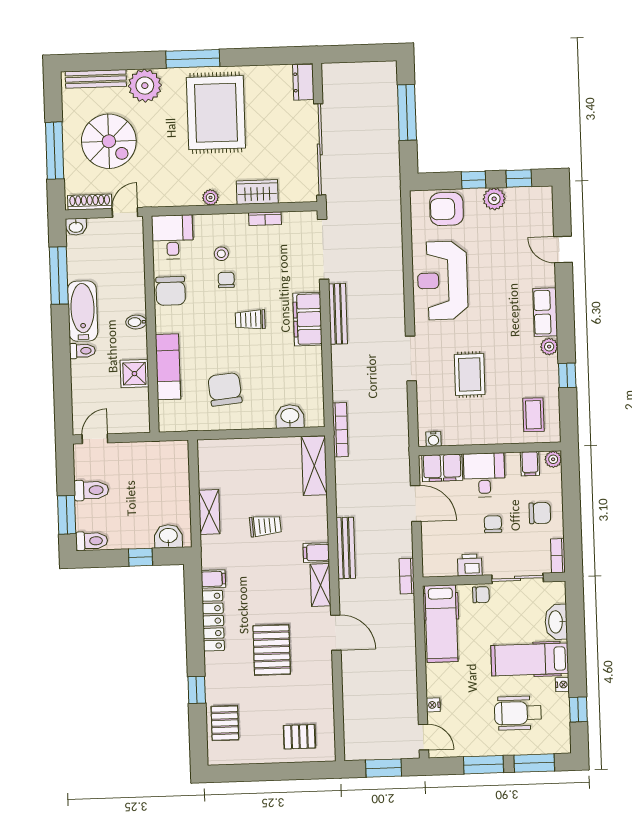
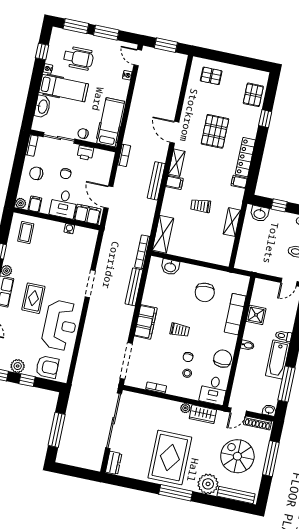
wardrobe: (257, 192) -> (203, 414), moved
bench: (338, 314) -> (134, 287), moved
rug: (470, 375) -> (33, 298), moved
water cooler: (433, 439) -> (69, 229), moved

